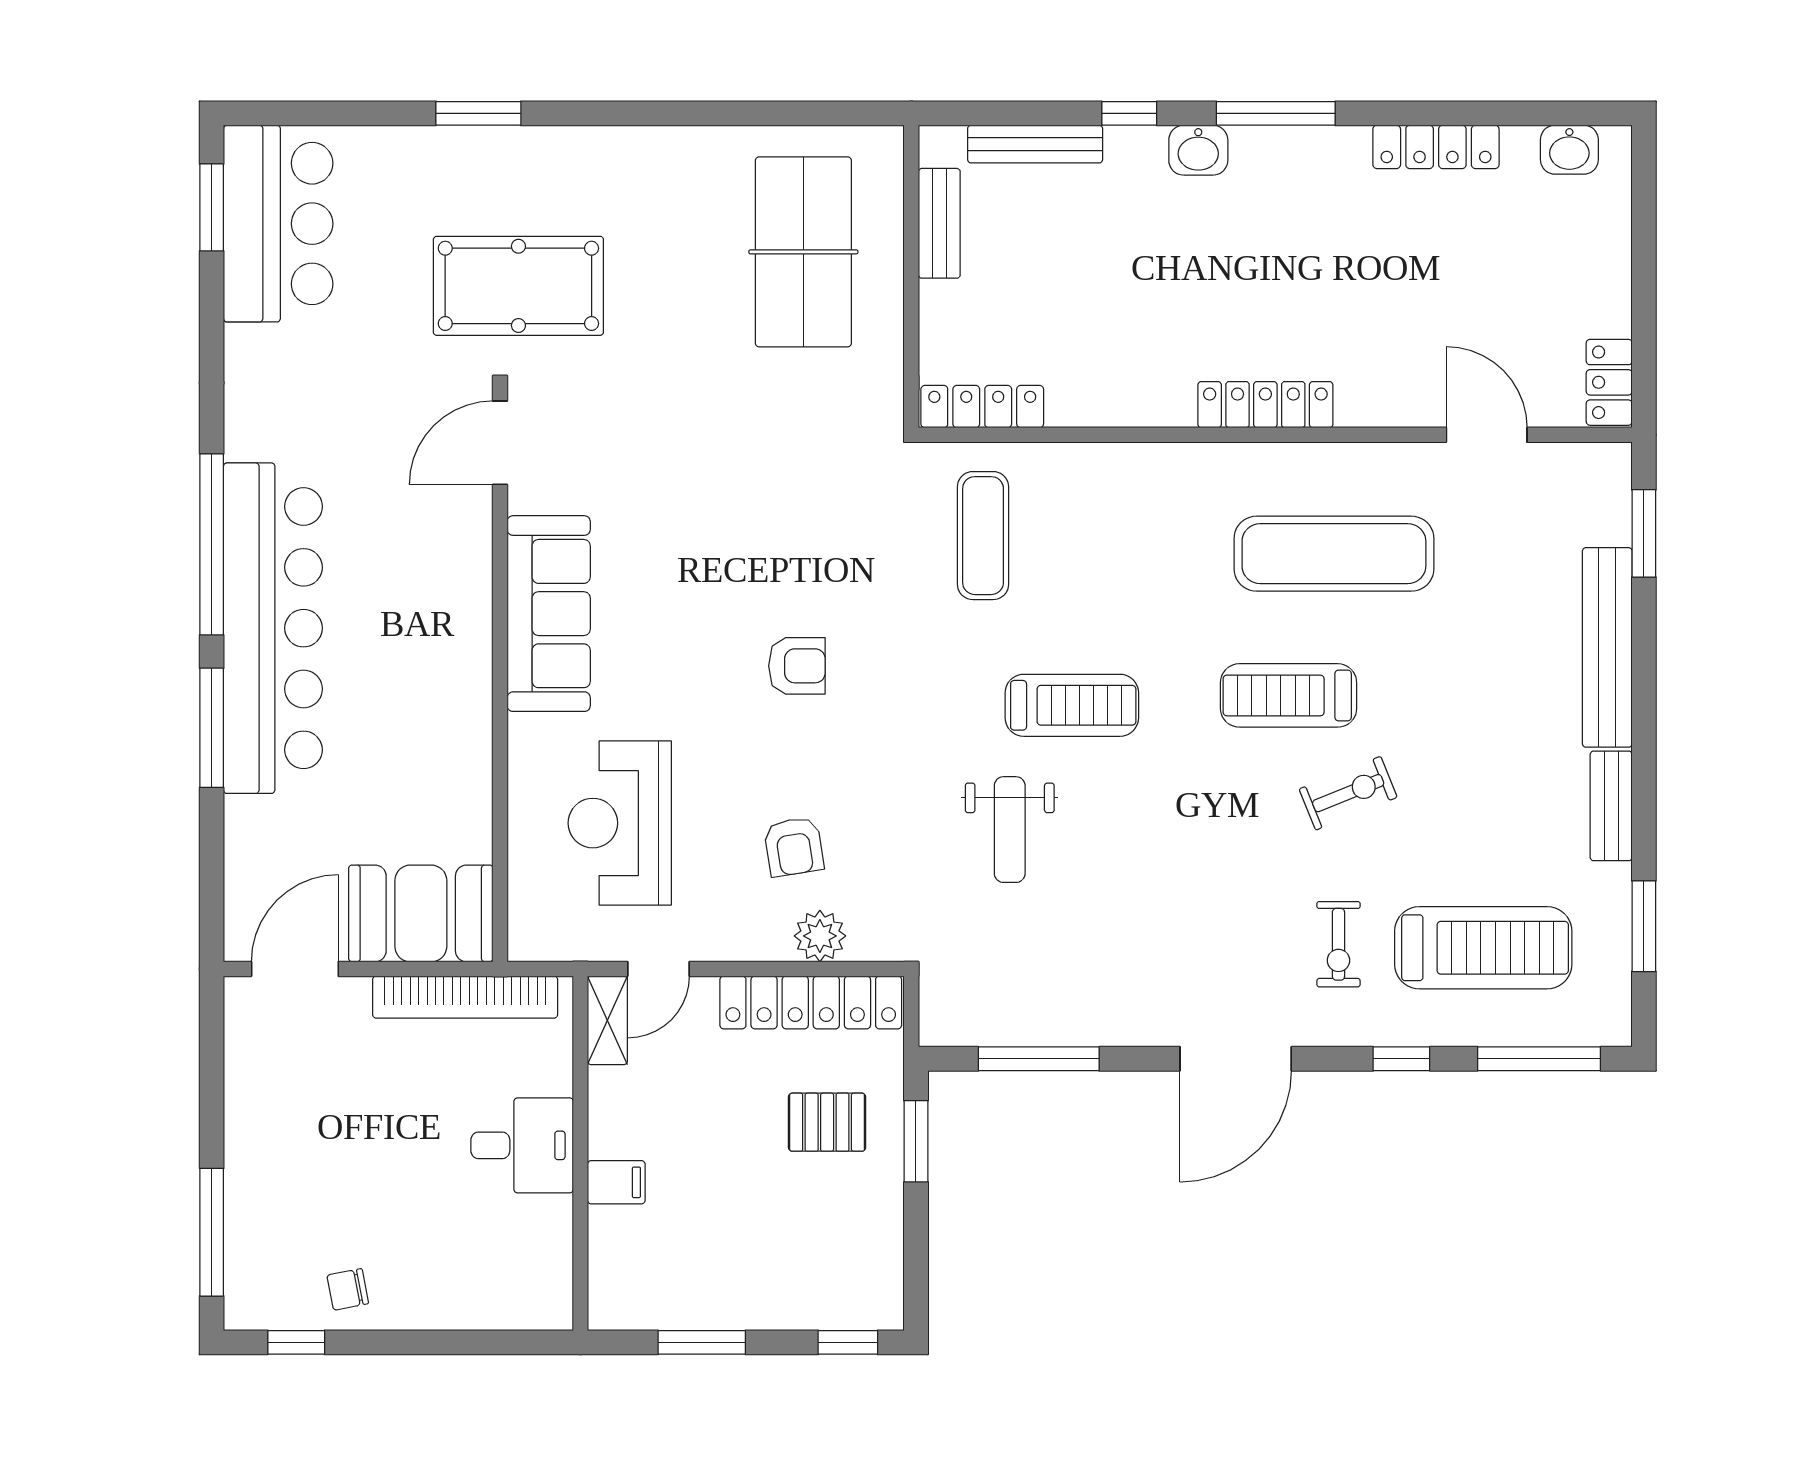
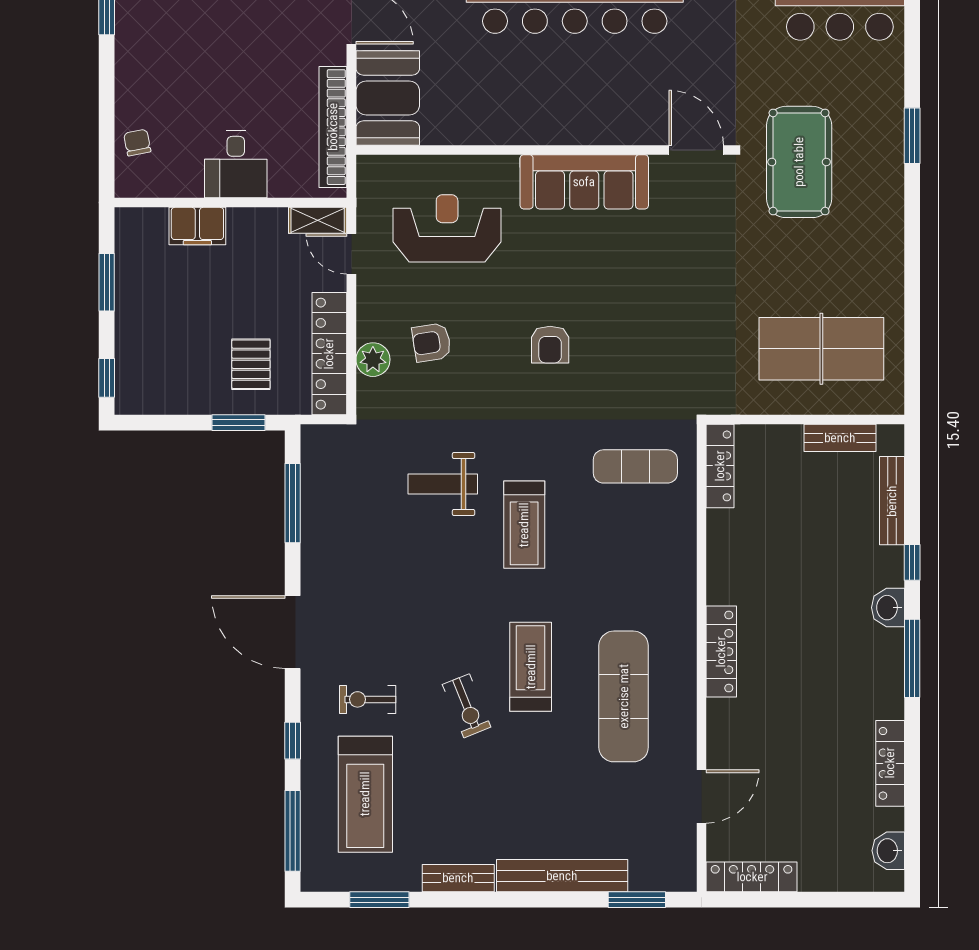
locker: (1609, 382) -> (752, 877), width x1.53
filing cabinet: (616, 1182) -> (197, 226), width x2.00
chair: (348, 1289) -> (137, 142), moved

